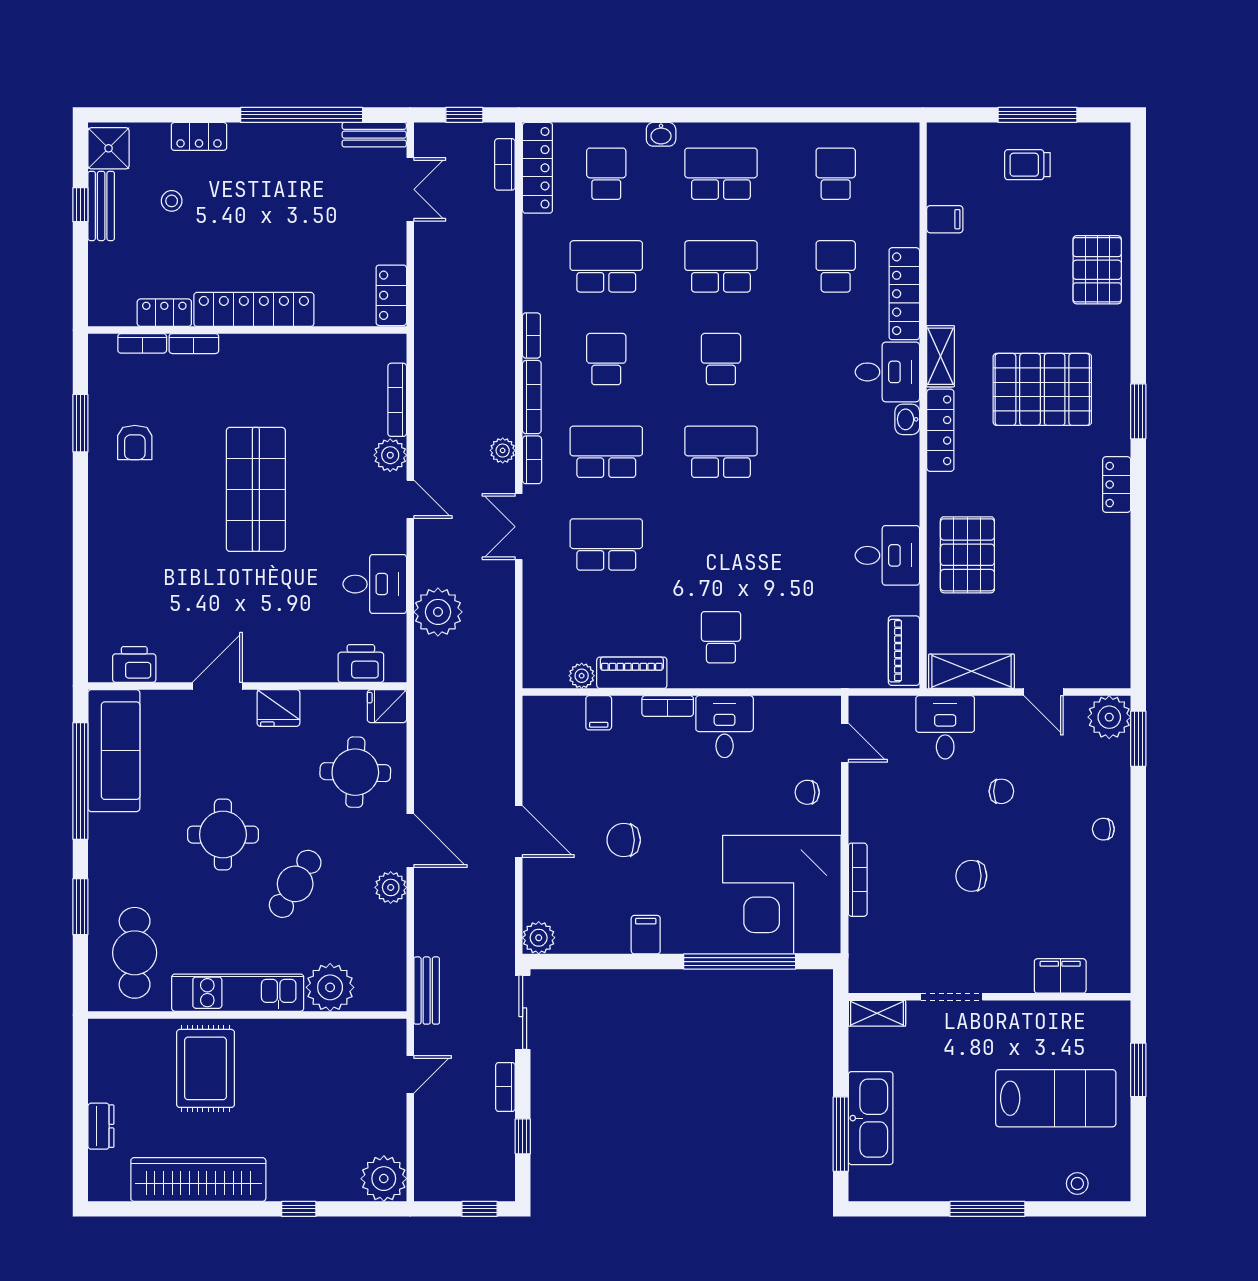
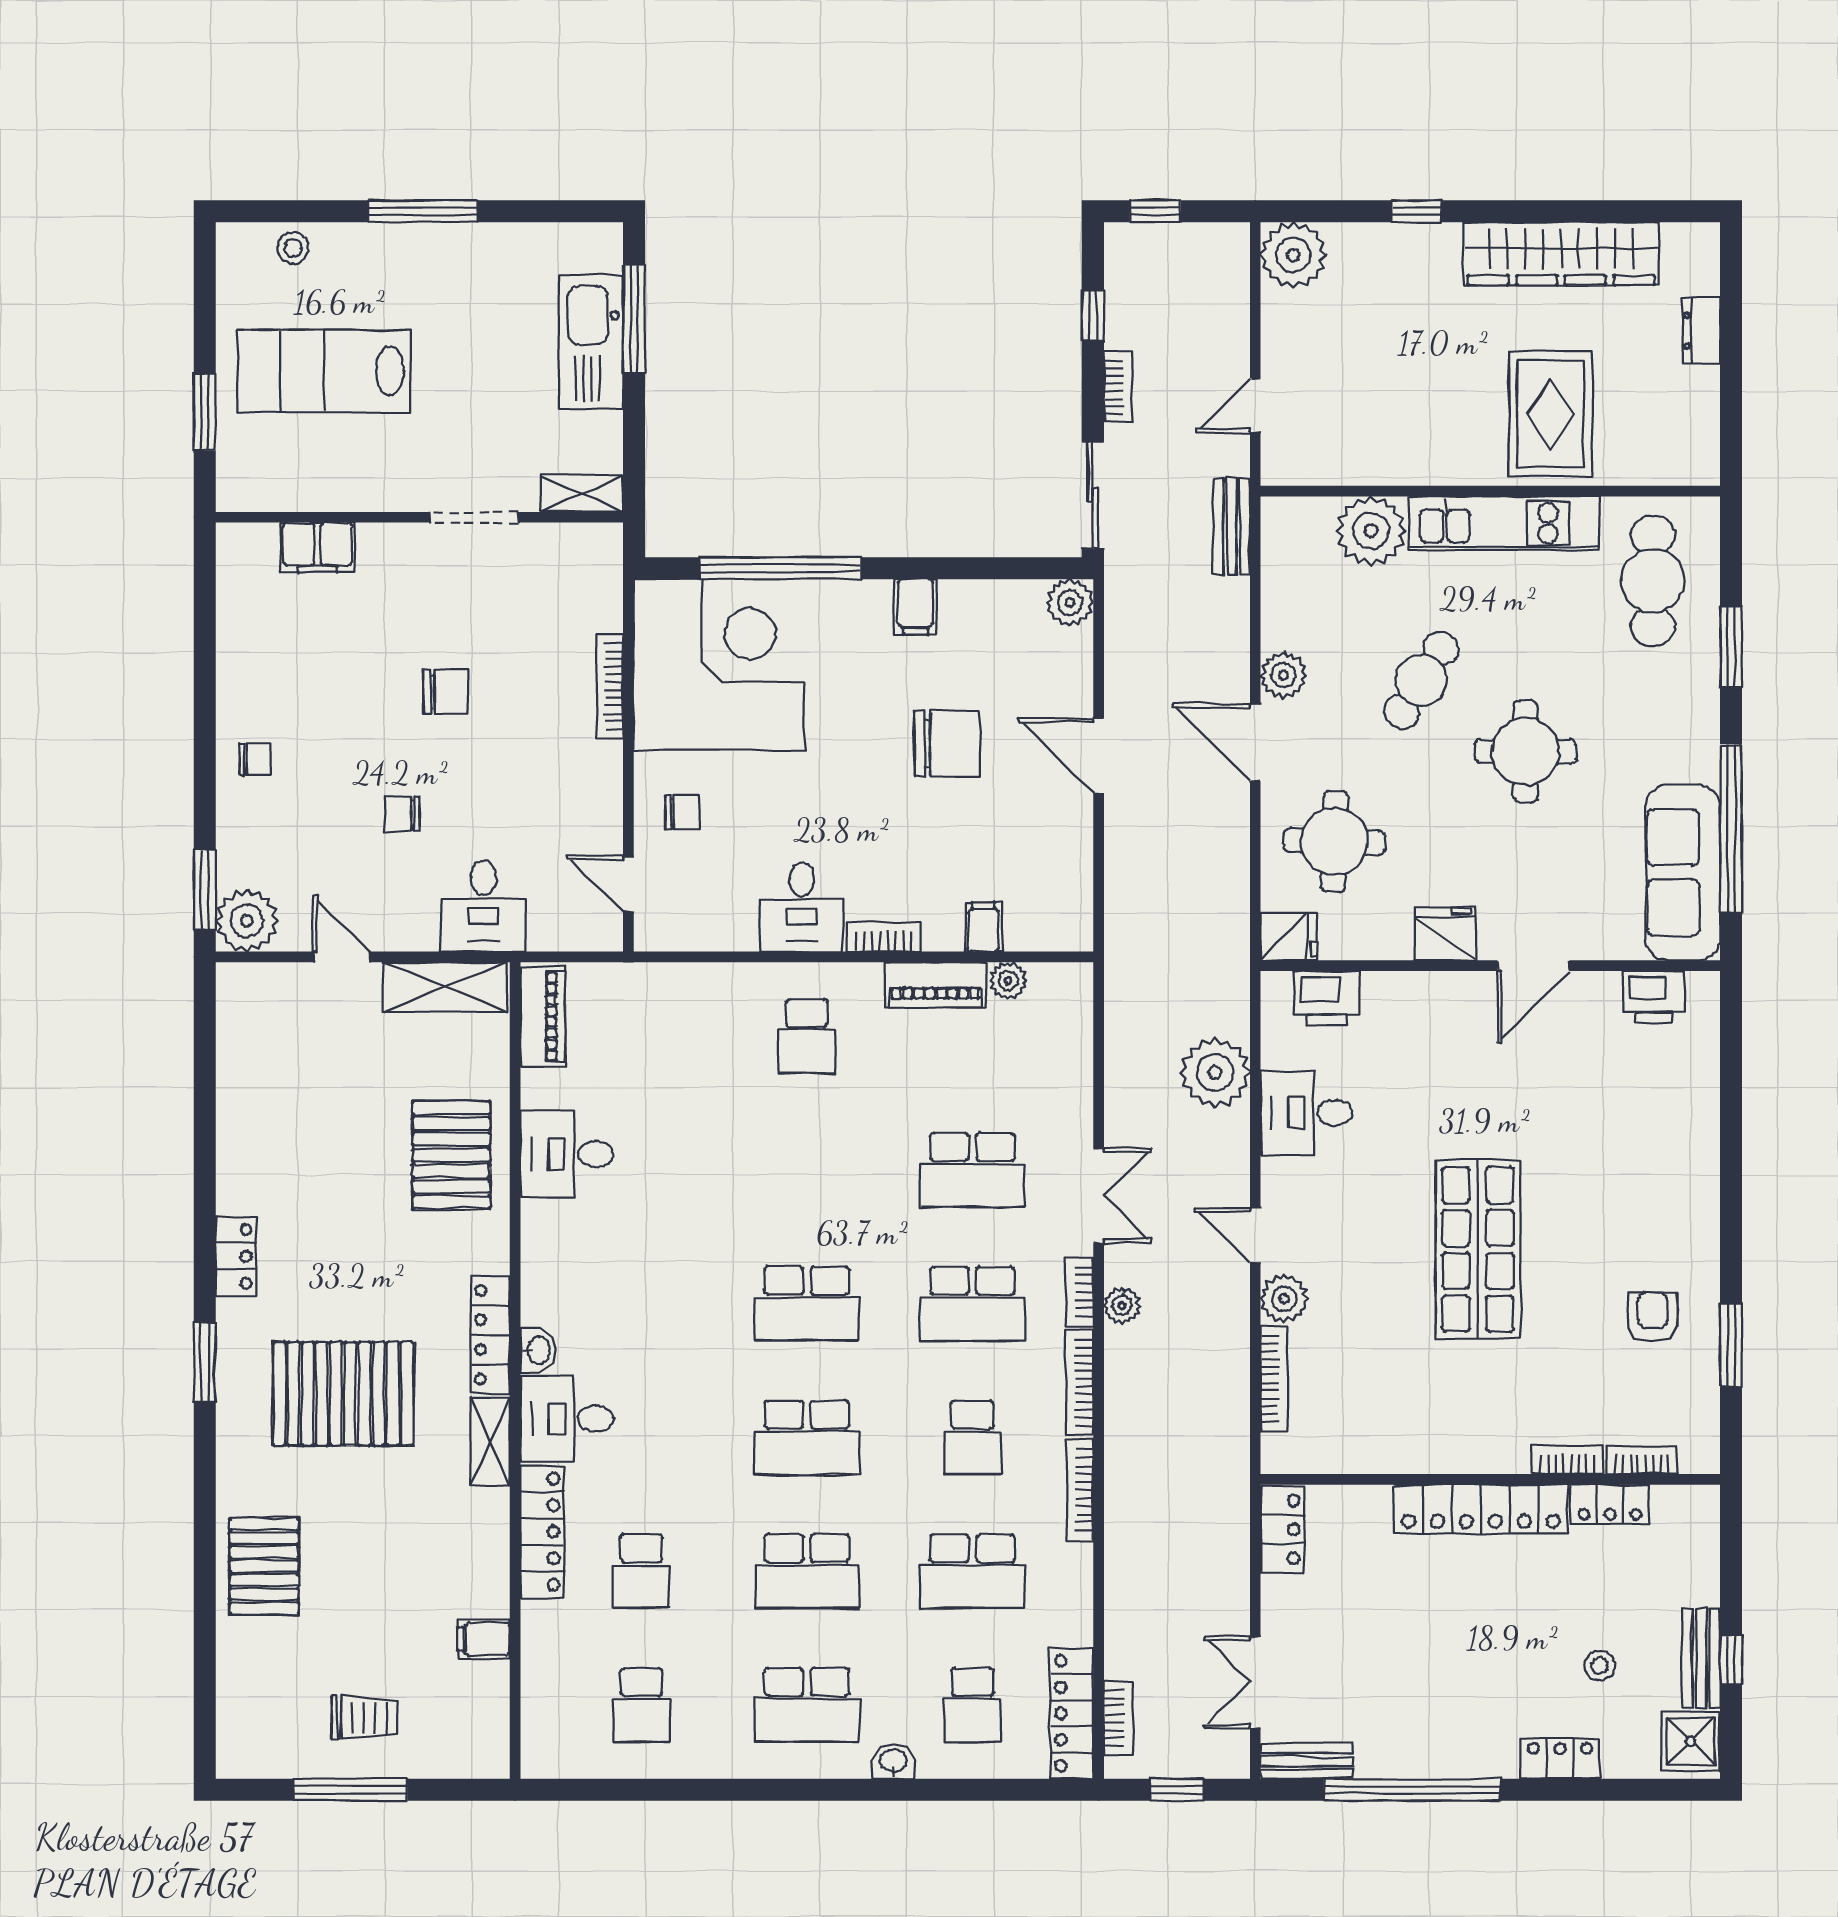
bookcase: (531, 336) -> (1080, 1490), width x1.56
school desk: (721, 359) -> (807, 1437), width x1.85
chair: (624, 840) -> (947, 743), width x1.37, depth x1.37

